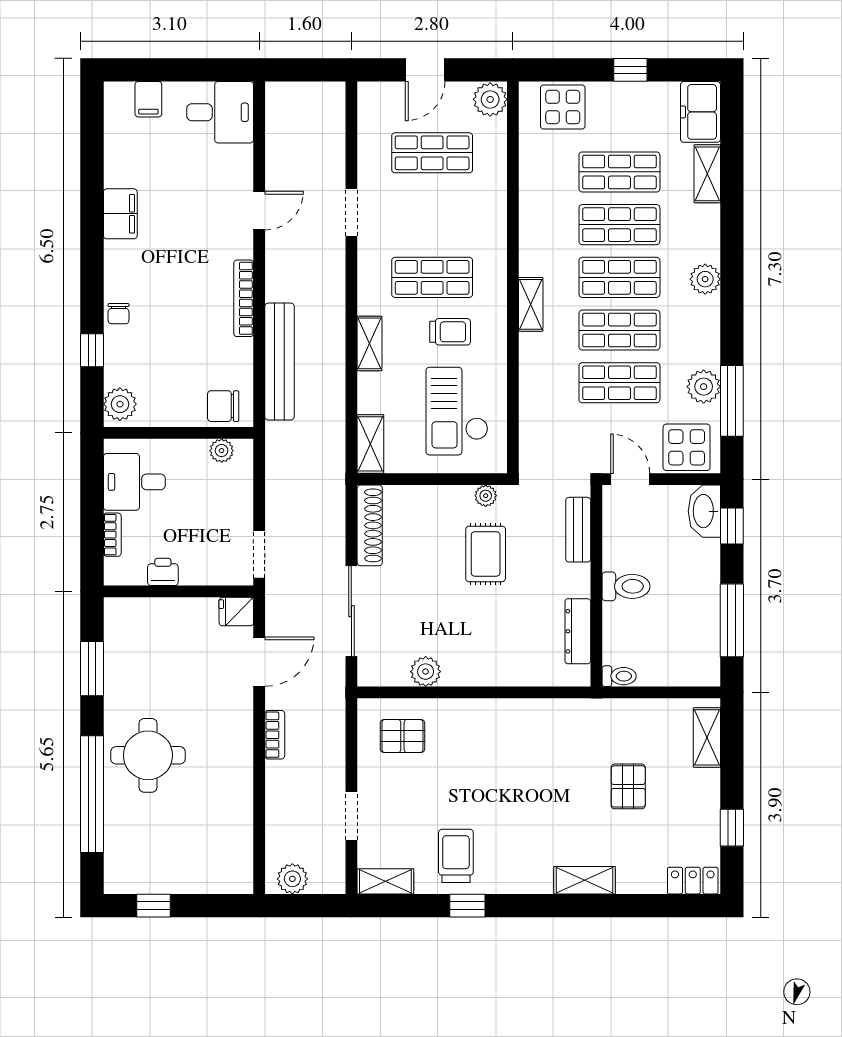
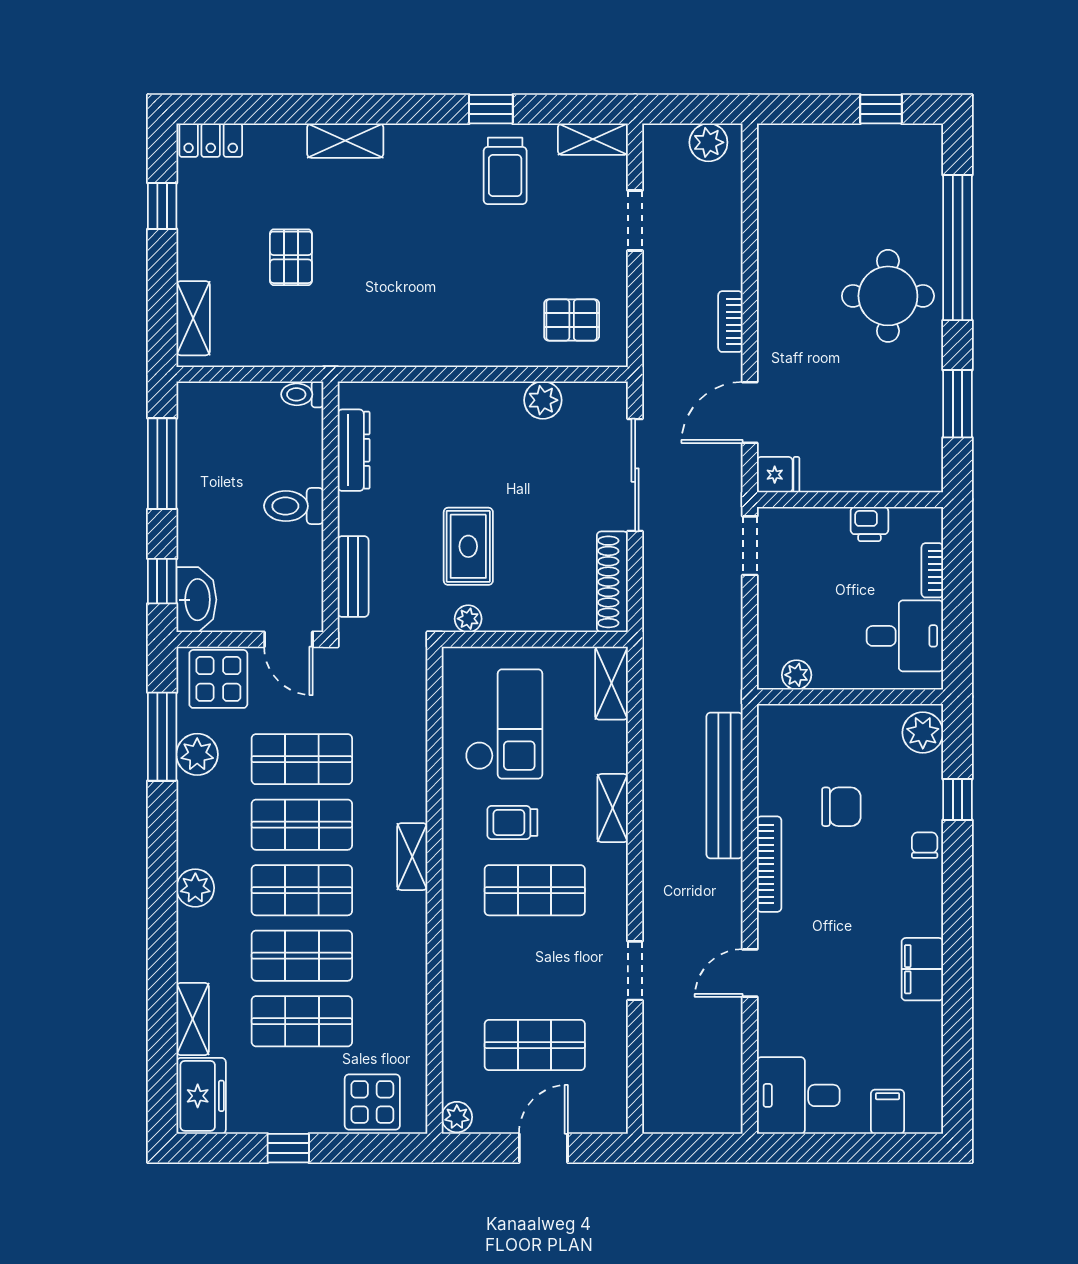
plant: (490, 99) -> (457, 1117), width x0.73, depth x0.73
chair: (223, 406) -> (841, 807), moved

